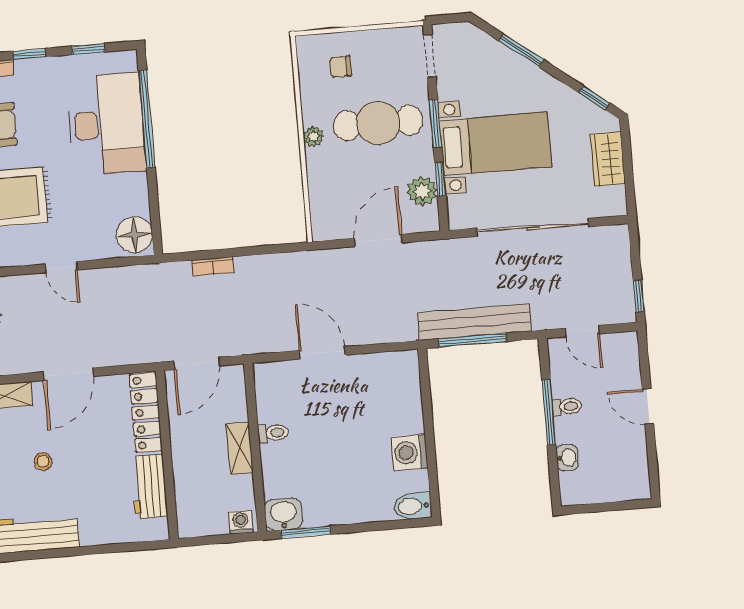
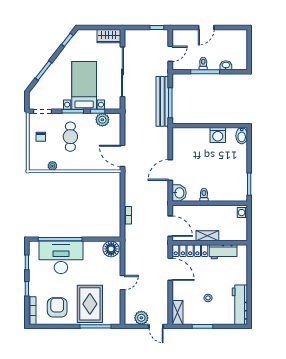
chair: (341, 67) -> (41, 137), moved
cafe table: (378, 123) -> (70, 137), width x0.73, depth x0.74
plant: (313, 137) -> (52, 166), moved
wardrobe: (608, 159) -> (109, 36), moved
door: (378, 240) -> (122, 156), moved
door: (68, 374) -> (170, 269), moved
shelving: (240, 448) -> (207, 236), moved
washbasin: (283, 514) -> (179, 193), moved, turned 180

